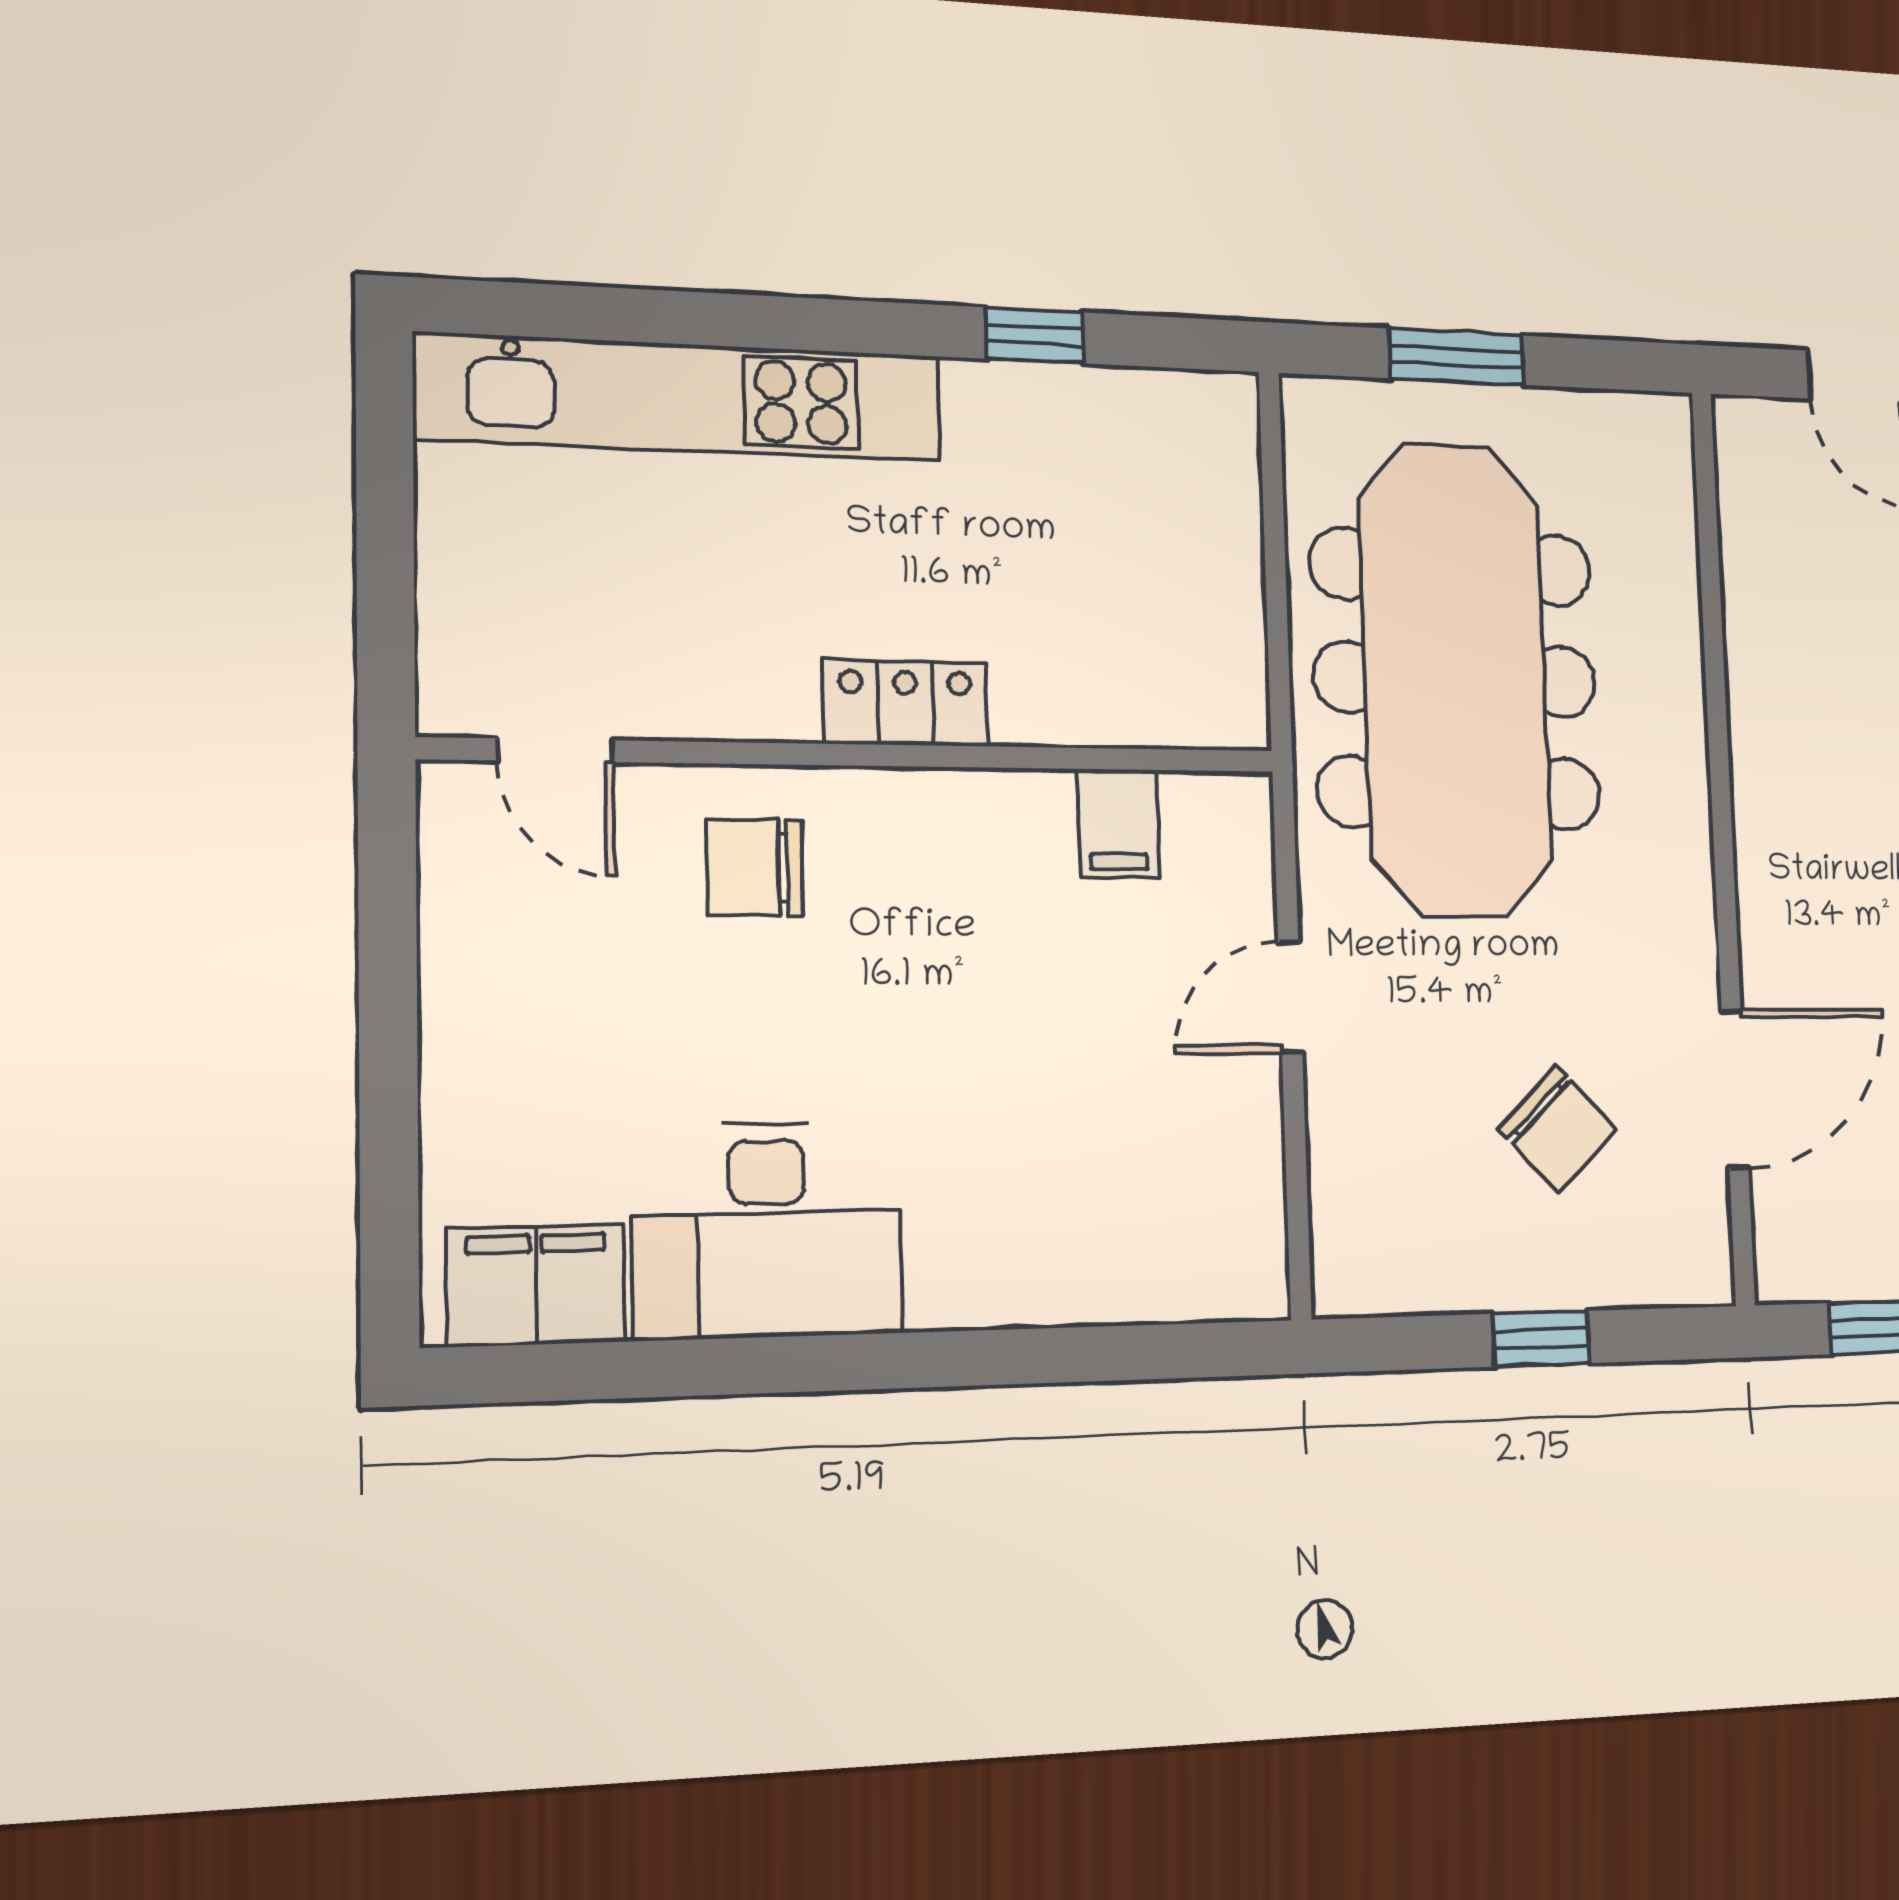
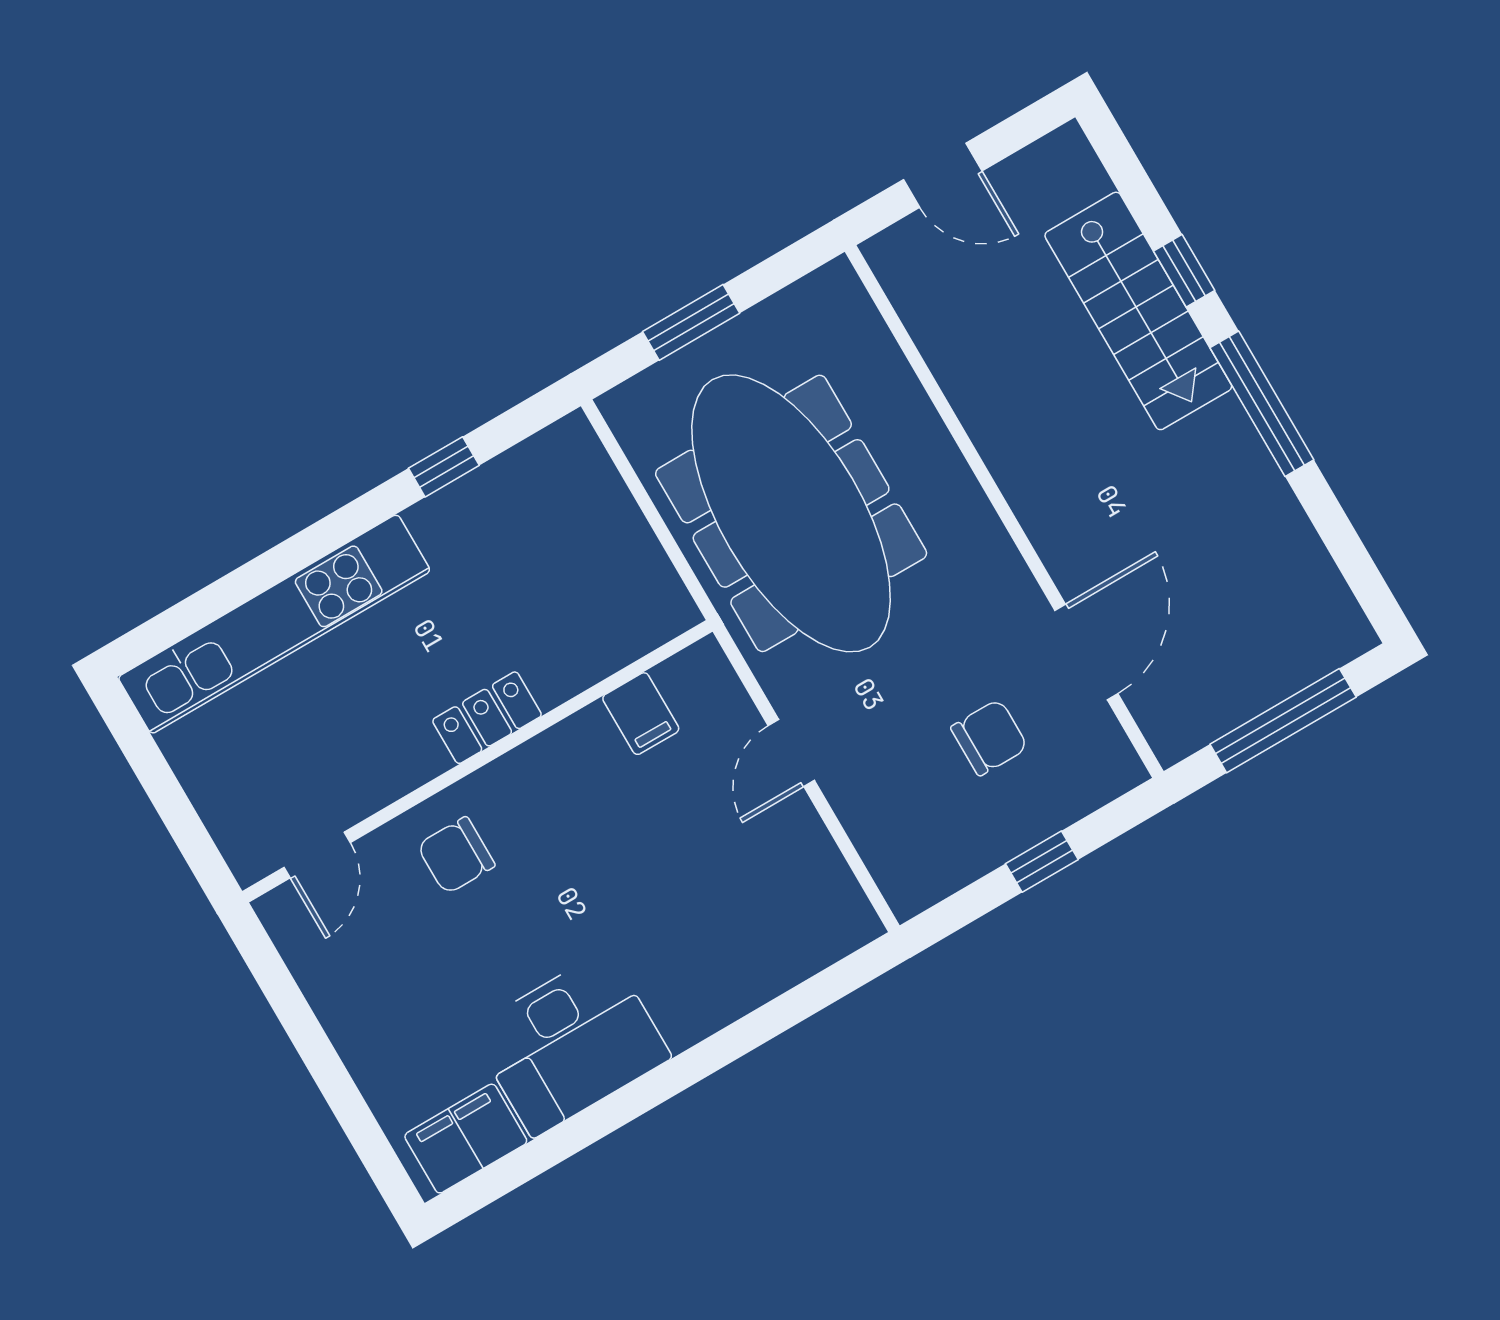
door: (555, 750) -> (317, 855), hinge flipped
chair: (1558, 1129) -> (989, 737), turned -46

